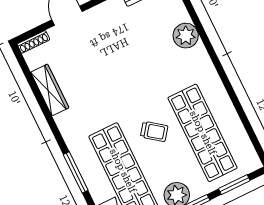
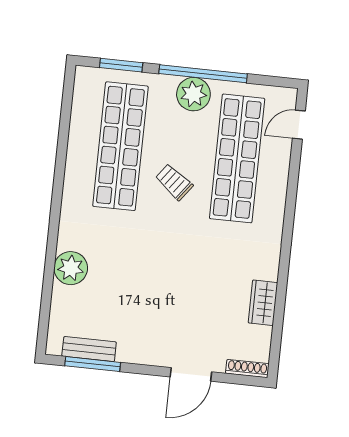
wardrobe: (50, 90) -> (263, 303), width x0.67
window: (76, 172) -> (292, 191), removed

